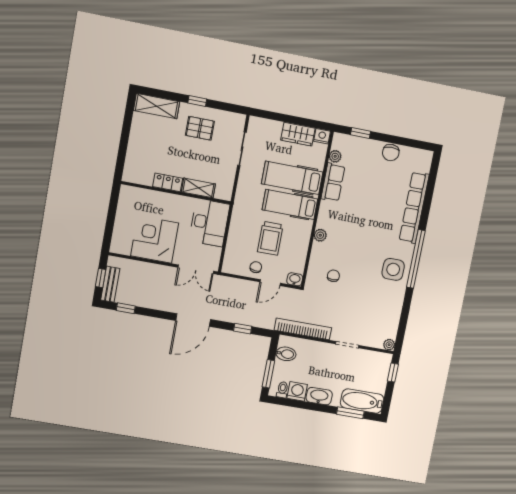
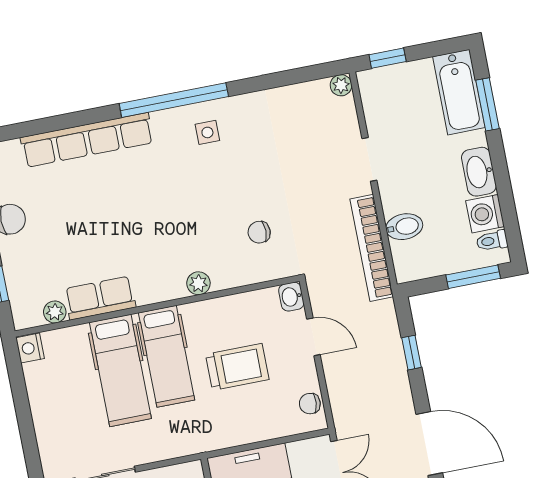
wardrobe: (298, 134) -> (43, 390), removed
chair: (256, 267) -> (310, 404), moved
side table: (393, 269) -> (207, 132), width x0.54, depth x0.54
bidet: (286, 354) -> (404, 227), moved, turned 90

